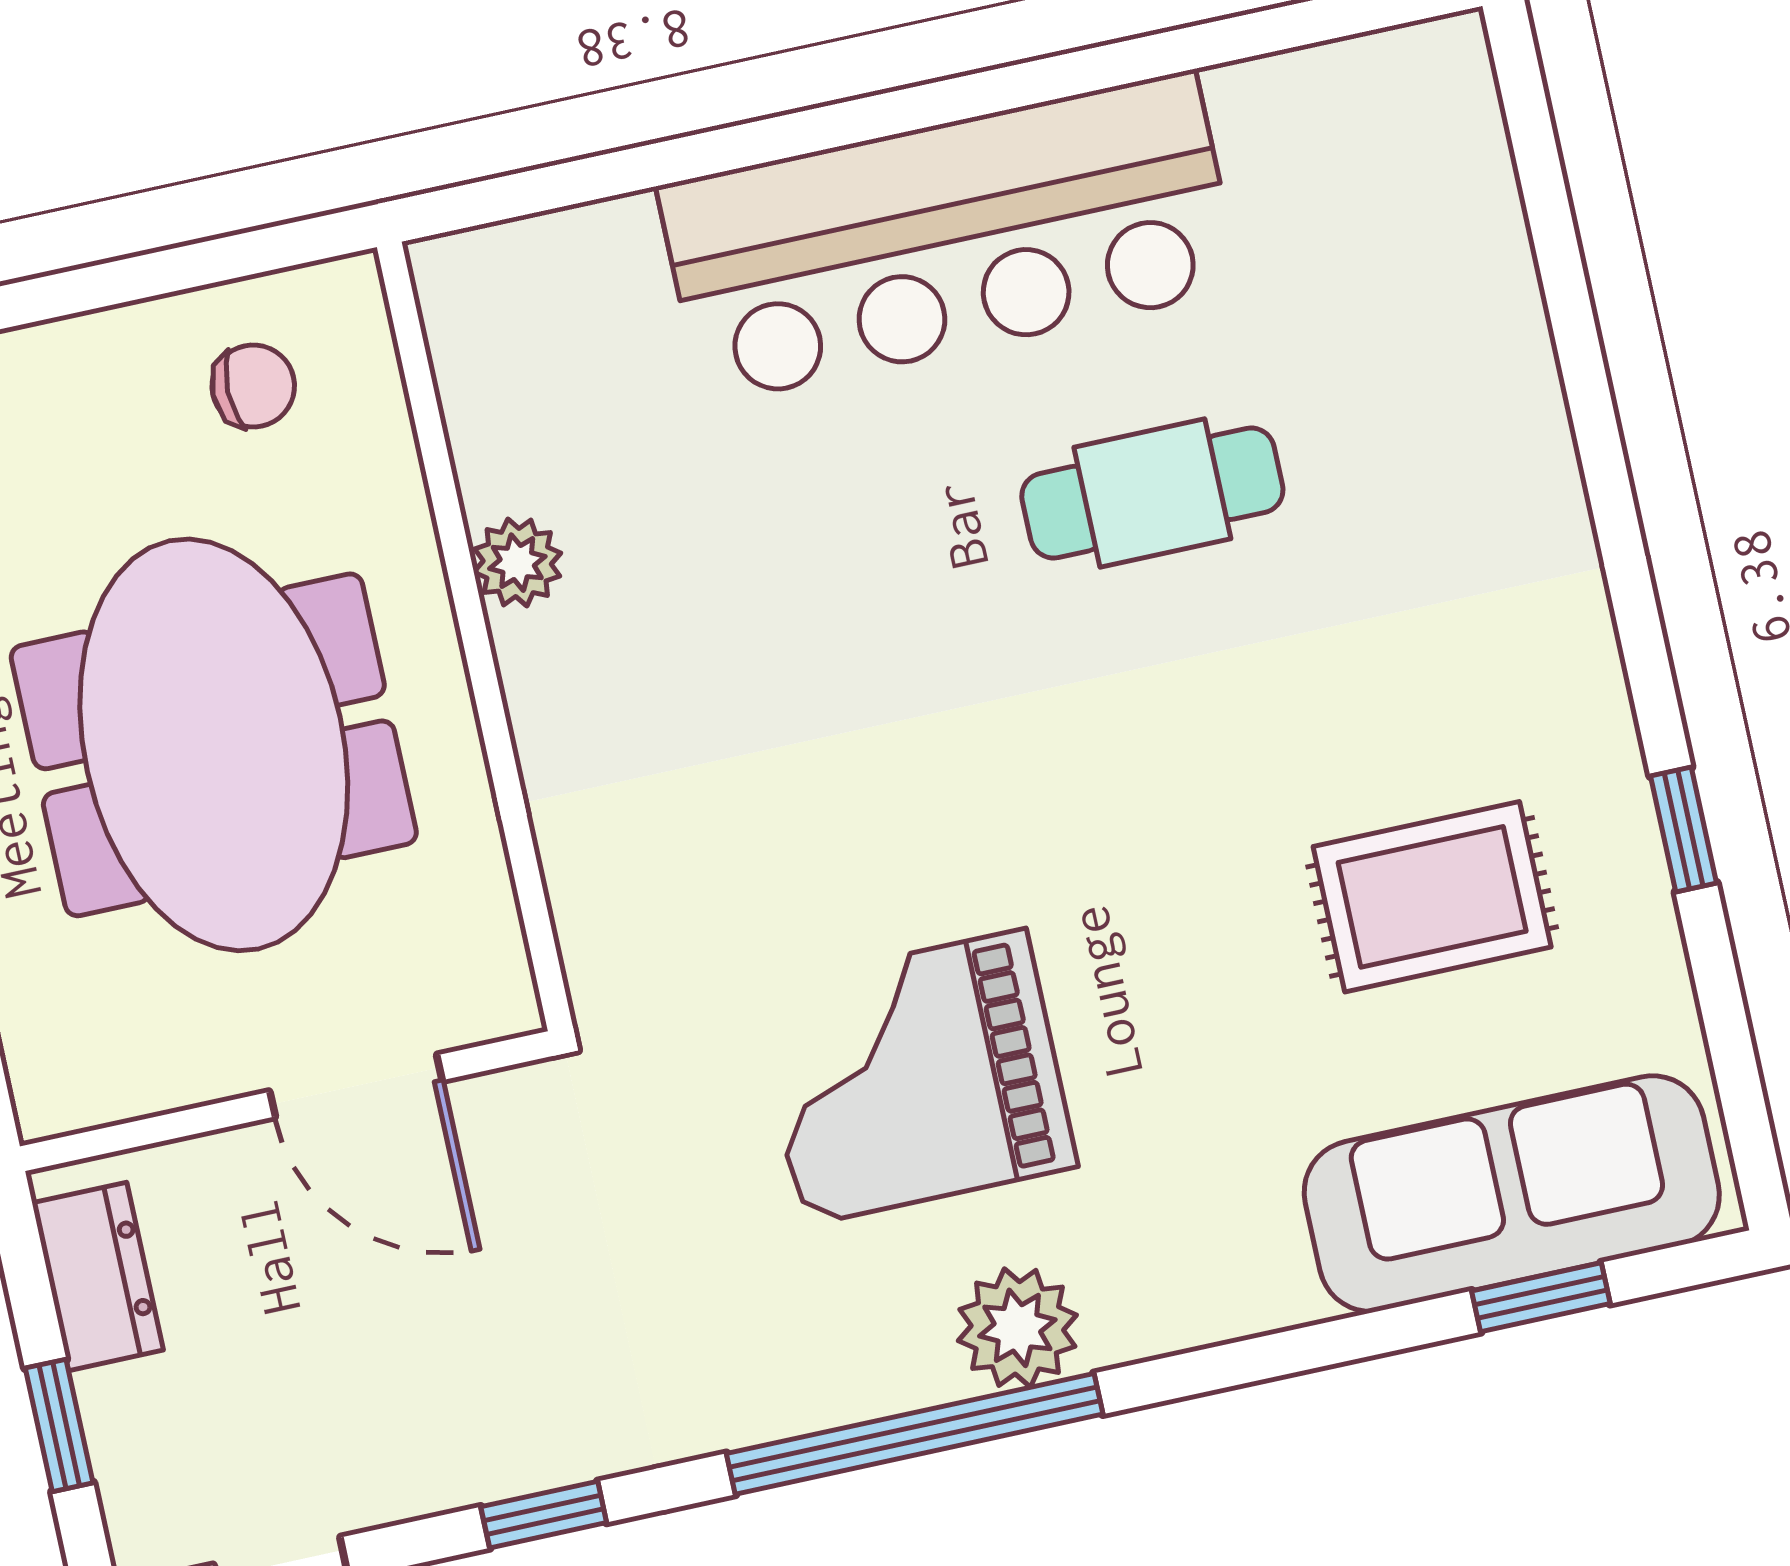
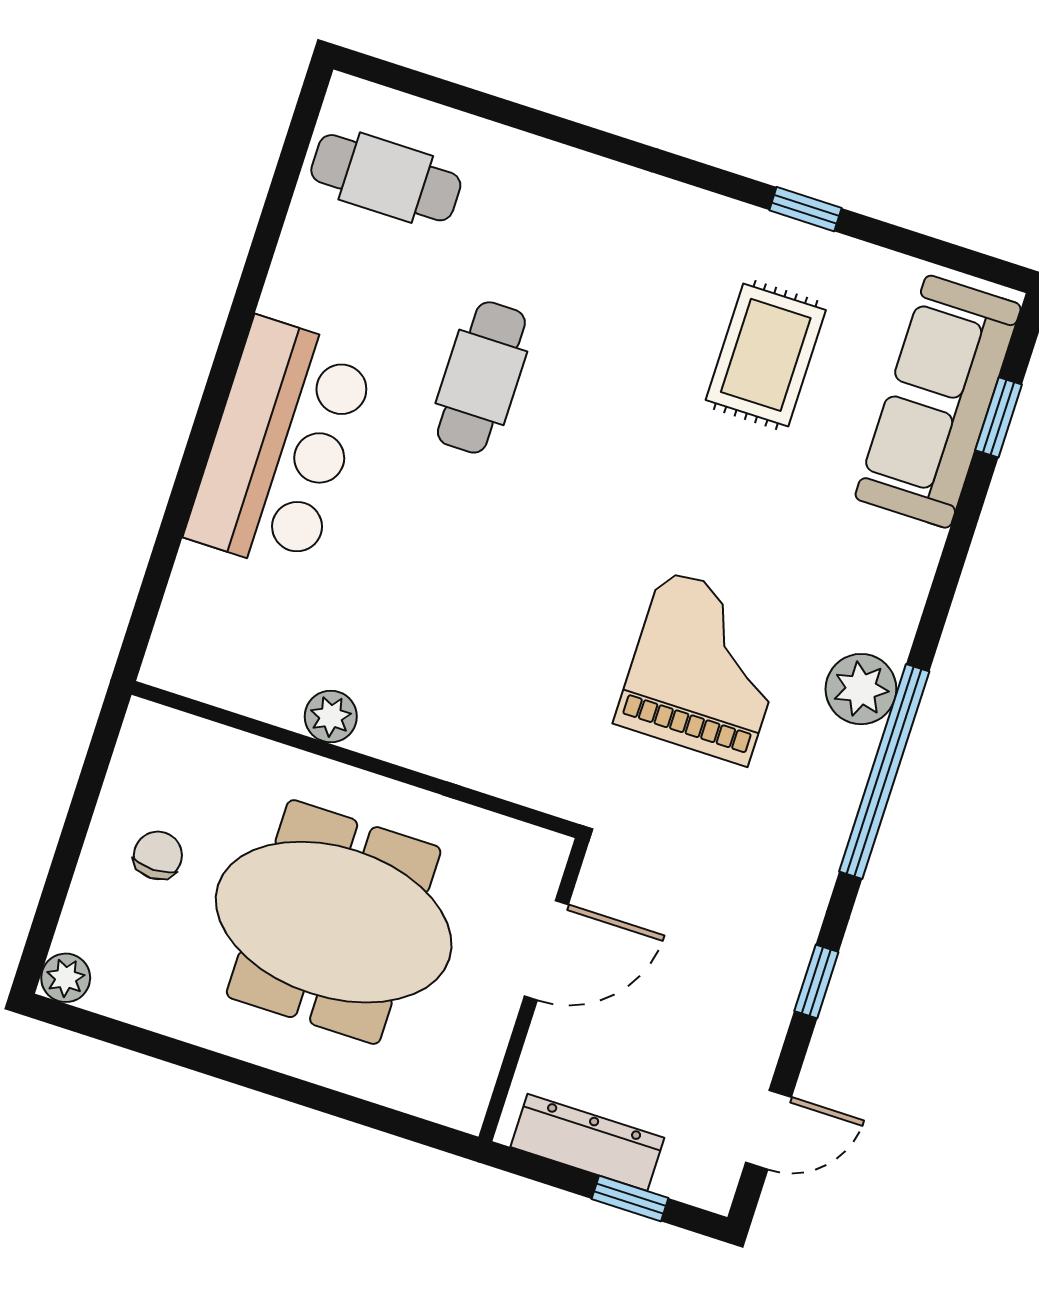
cafe table: (1367, 178) -> (386, 178), added
bar counter: (949, 238) -> (281, 445), width x0.73
chair: (253, 386) -> (158, 855), moved
grand piano: (914, 1077) -> (705, 668), turned 180
dresser: (98, 1276) -> (587, 1142), width x1.44

